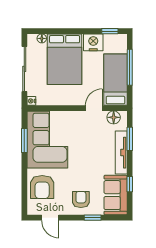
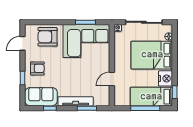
bed: (115, 80) -> (151, 97), moved, turned 180
door: (94, 108) -> (112, 79), swing flipped
floor lamp: (114, 117) -> (104, 95), removed

